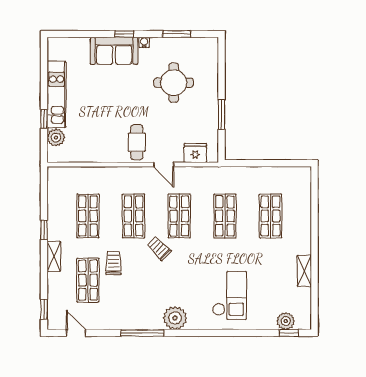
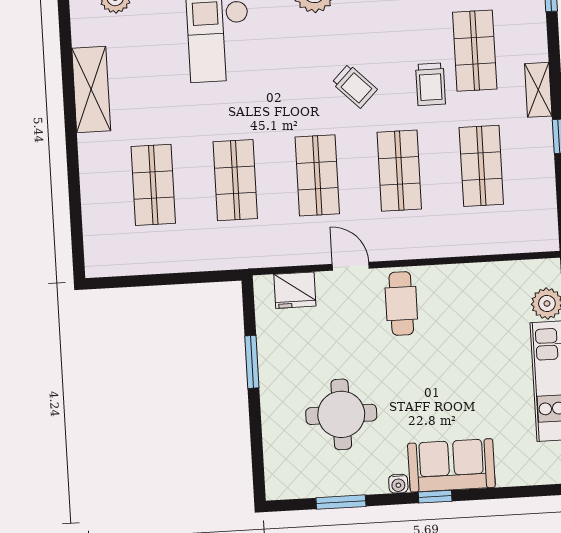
trolley: (159, 248) -> (354, 86), moved
shelving: (304, 271) -> (91, 89), width x1.50, depth x1.33

